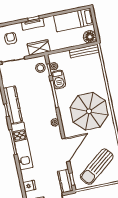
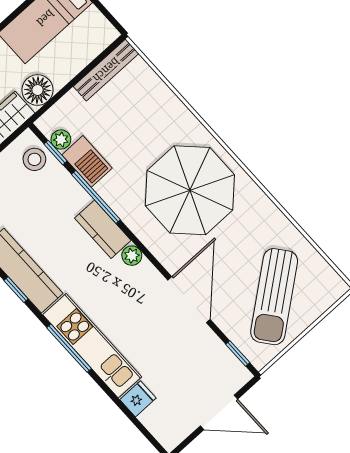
floor lamp: (90, 37) -> (38, 90), moved
kitchen counter: (65, 181) -> (103, 229), moved
fridge: (29, 186) -> (138, 399), moved

